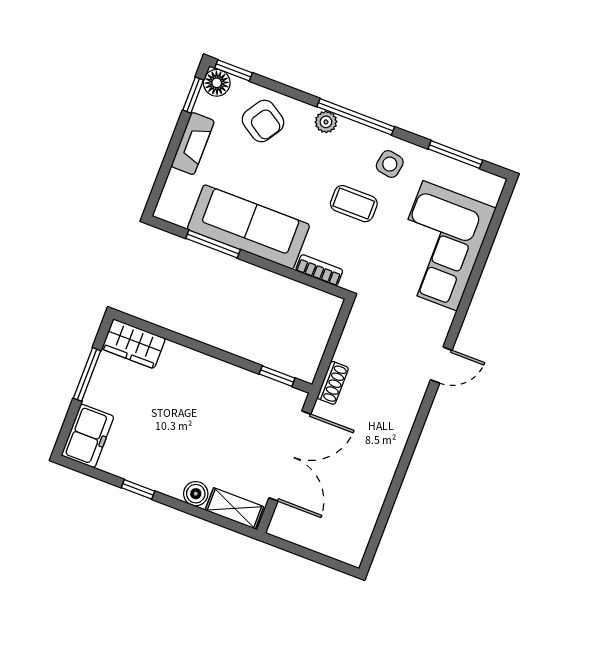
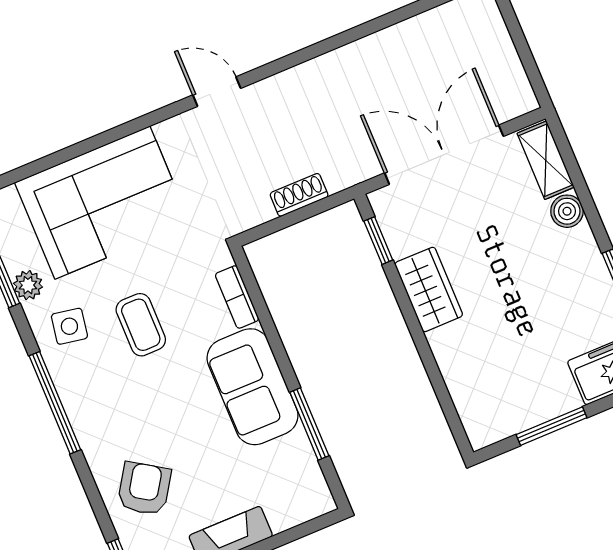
plant: (326, 122) -> (28, 285), moved
sofa: (248, 227) -> (253, 387), width x0.73
wardrobe: (134, 344) -> (429, 289), moved
shoe rack: (333, 383) -> (299, 195), moved

